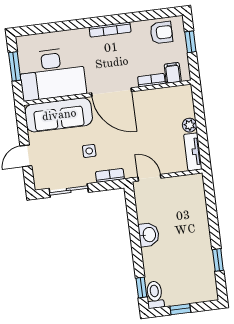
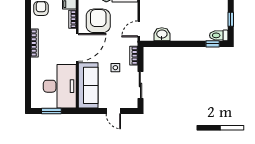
armchair: (154, 118) -> (98, 21), added
washbasin: (149, 235) -> (162, 34), moved

